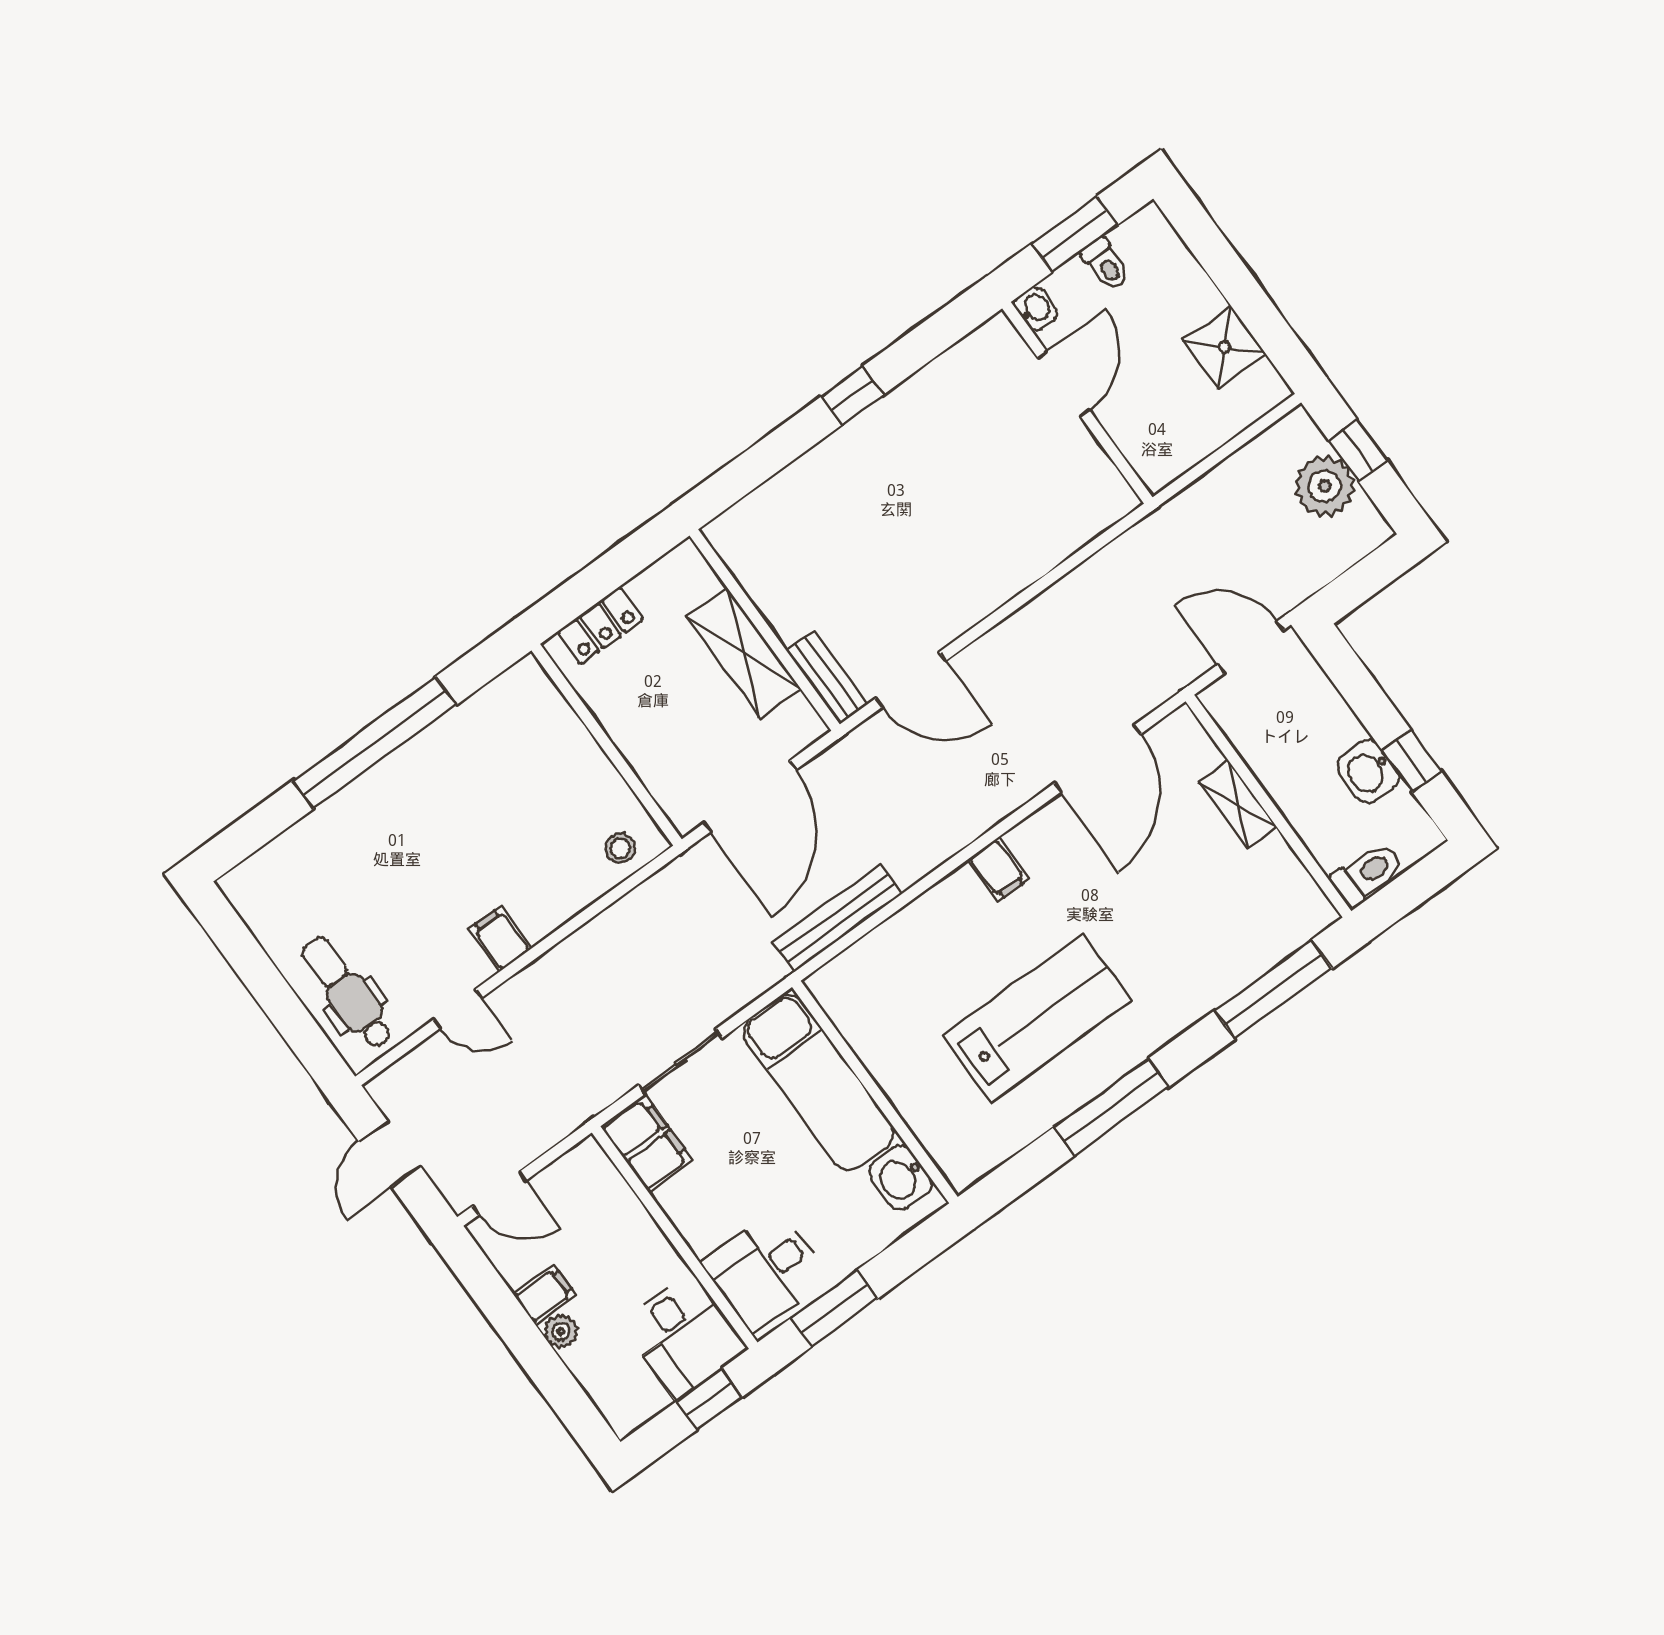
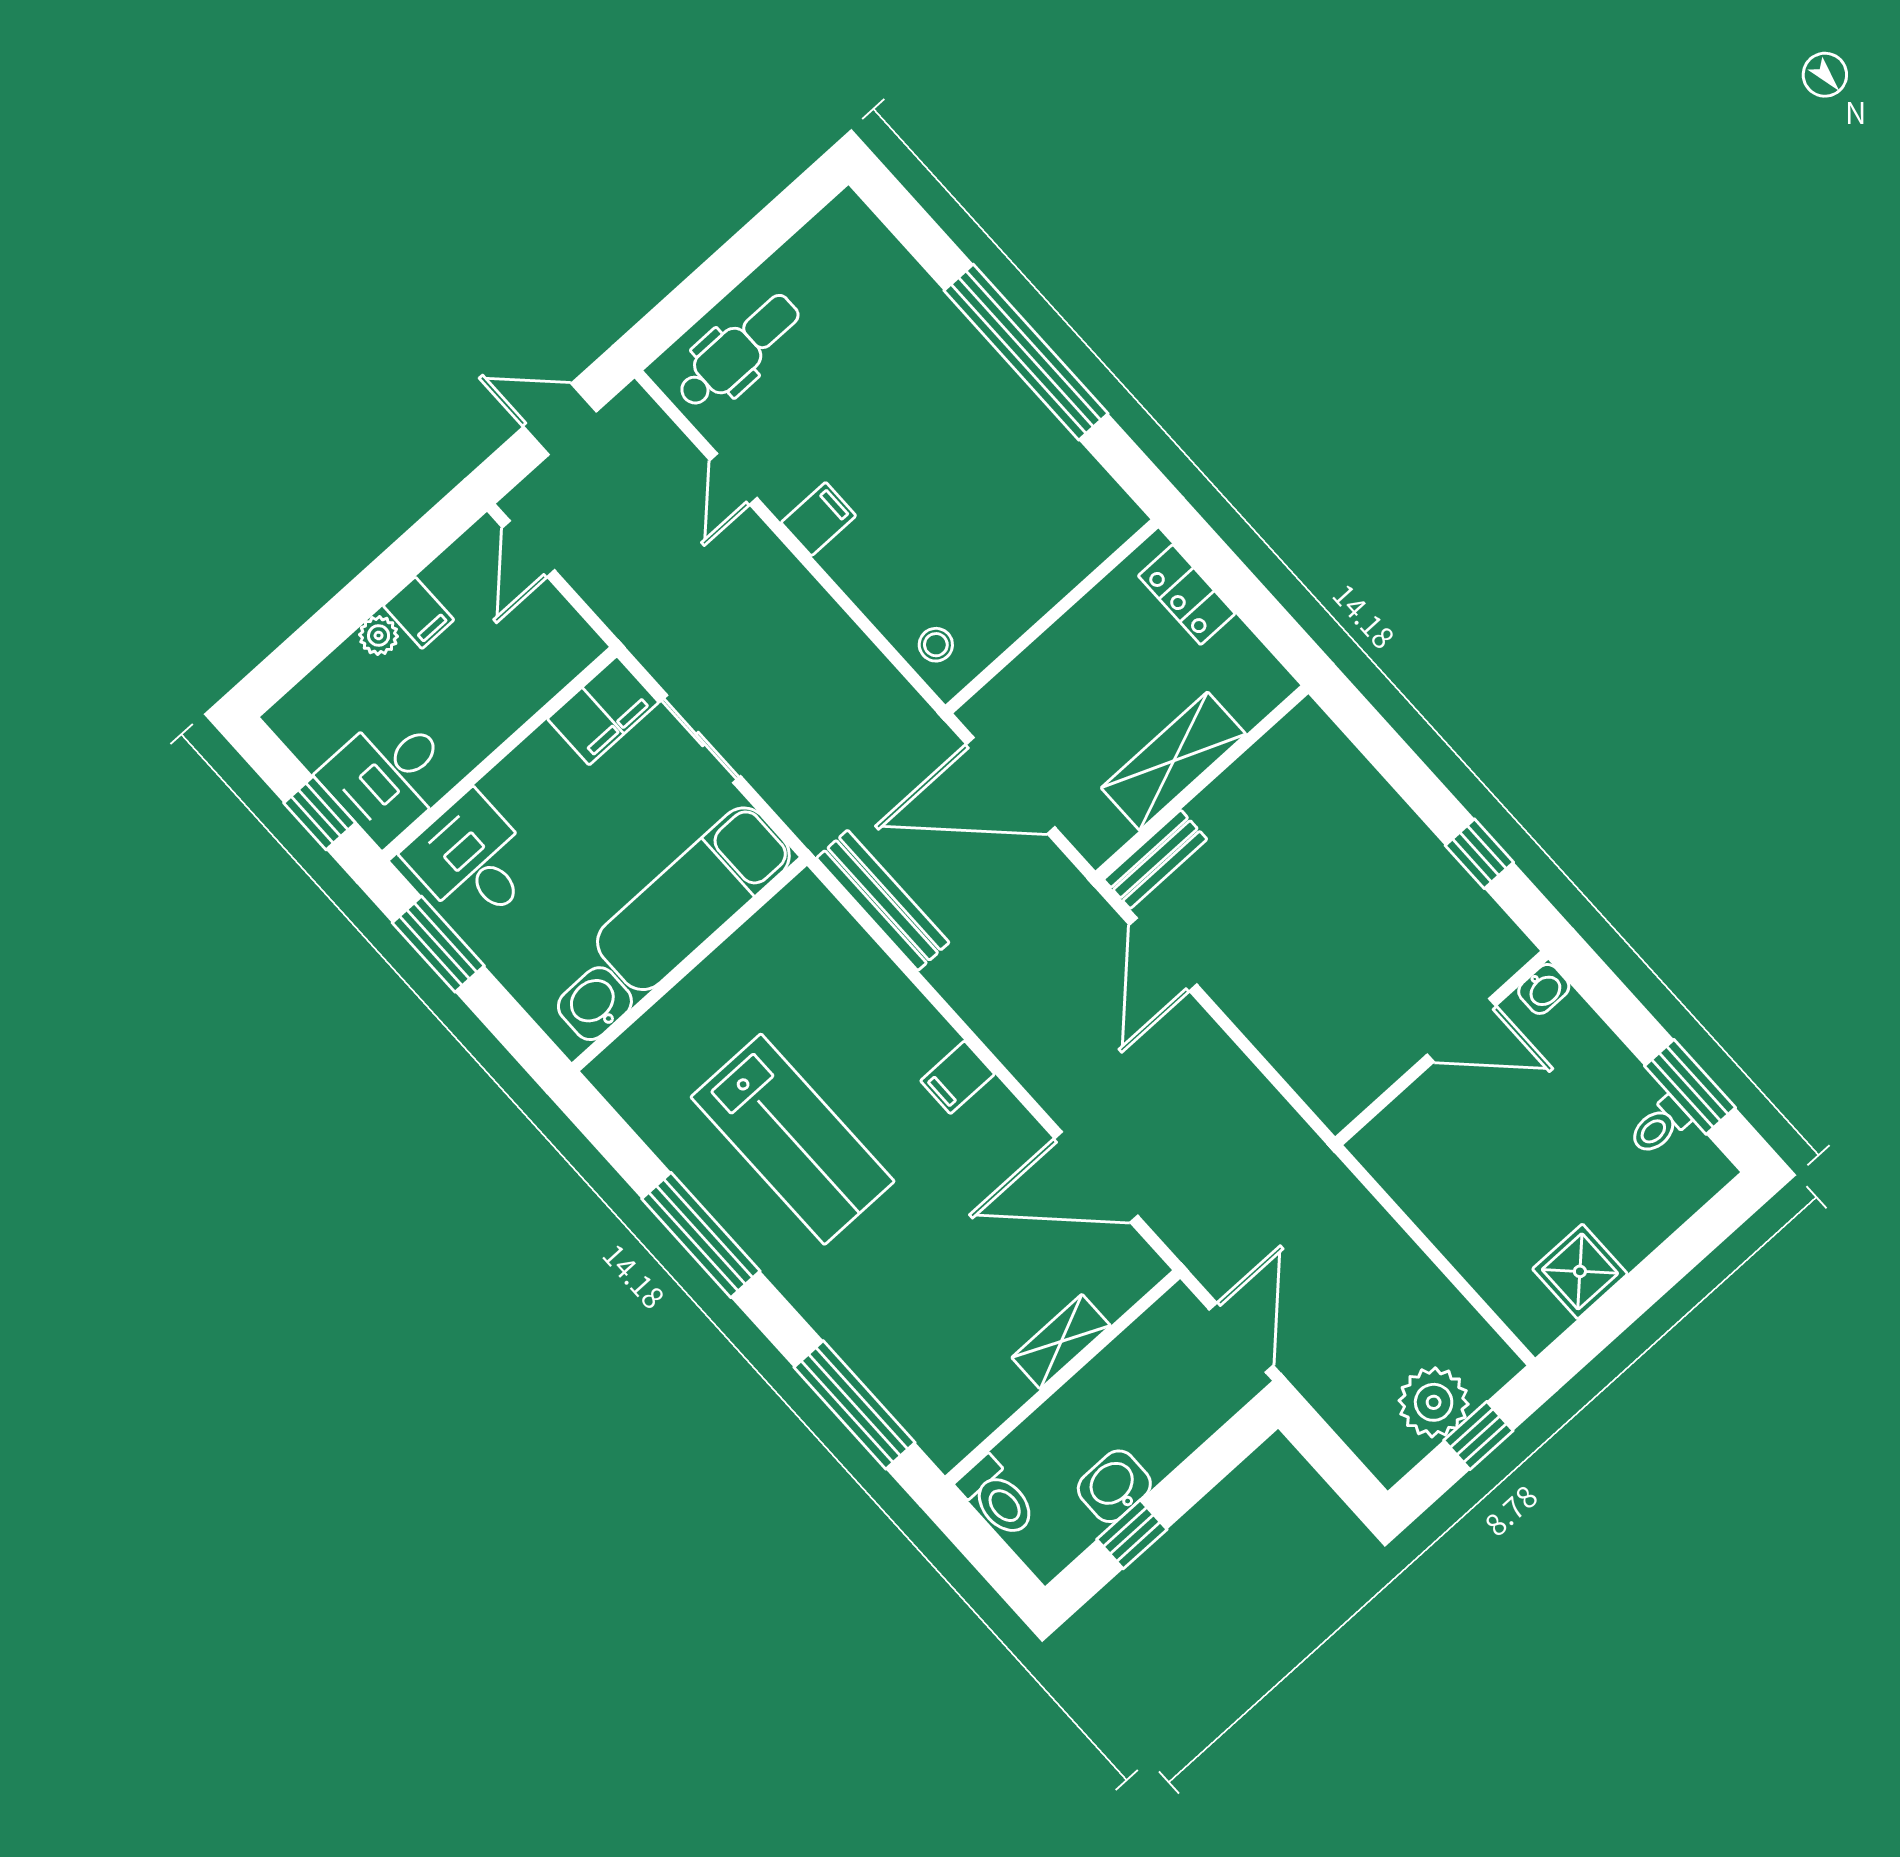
washbasin: (1036, 309) -> (1544, 989), moved
door: (1064, 384) -> (1461, 1030), moved
wall: (1077, 403) -> (1442, 1048), moved

